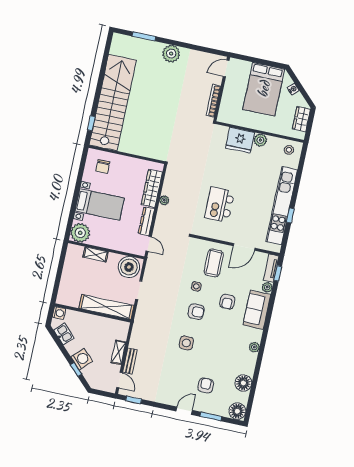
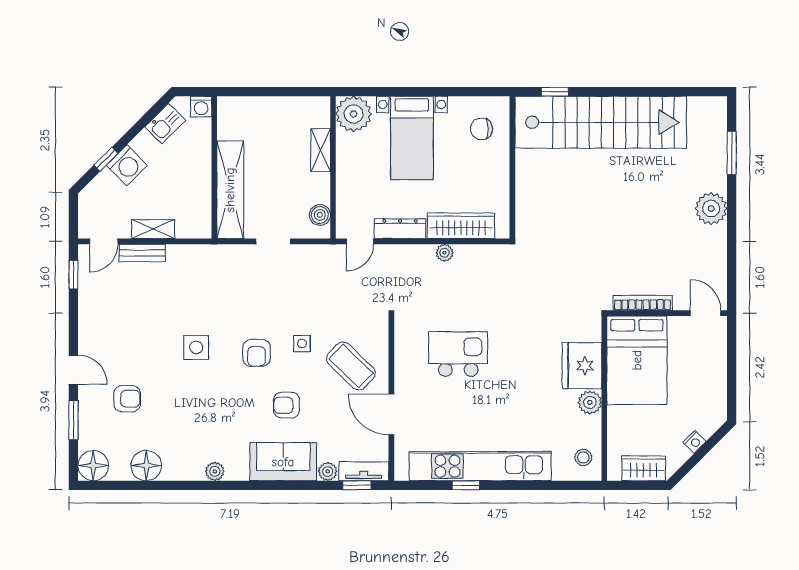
bed: (264, 89) -> (637, 360), moved, turned -90
coffee table: (214, 263) -> (351, 366), turned 44
boiler: (129, 267) -> (320, 215), width x0.54, depth x0.54

